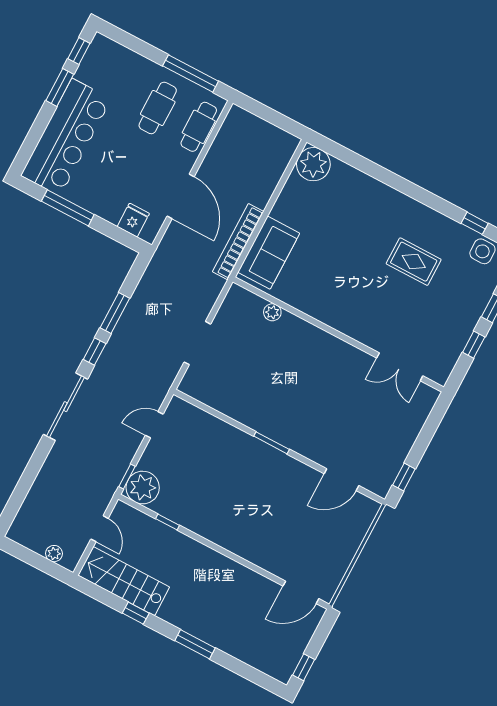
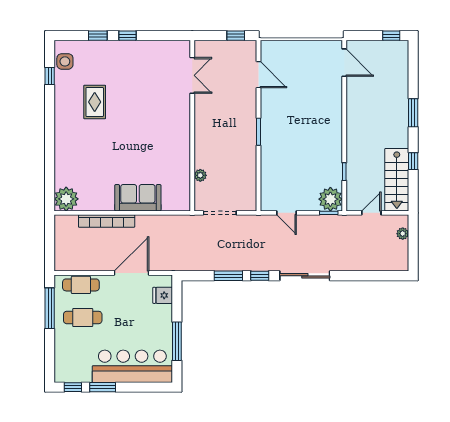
bookcase: (238, 242) -> (107, 221), moved
plant: (272, 312) -> (200, 175), moved
wall: (338, 334) -> (192, 126), moved
double door: (400, 367) -> (192, 75), moved

